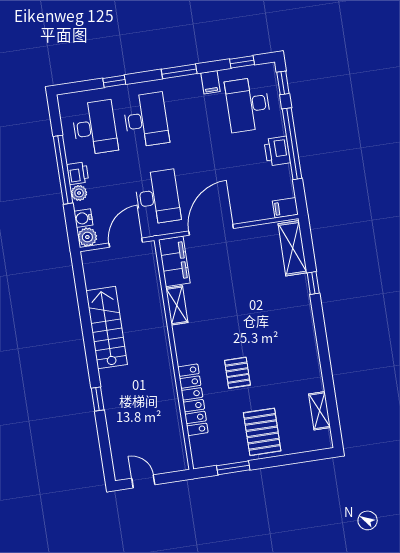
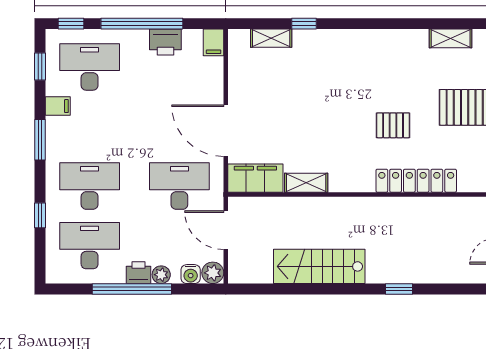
desk: (248, 104) -> (90, 67), turned 180
printer: (277, 151) -> (165, 42), moved
shelving: (293, 248) -> (271, 38), width x0.67, depth x0.75

